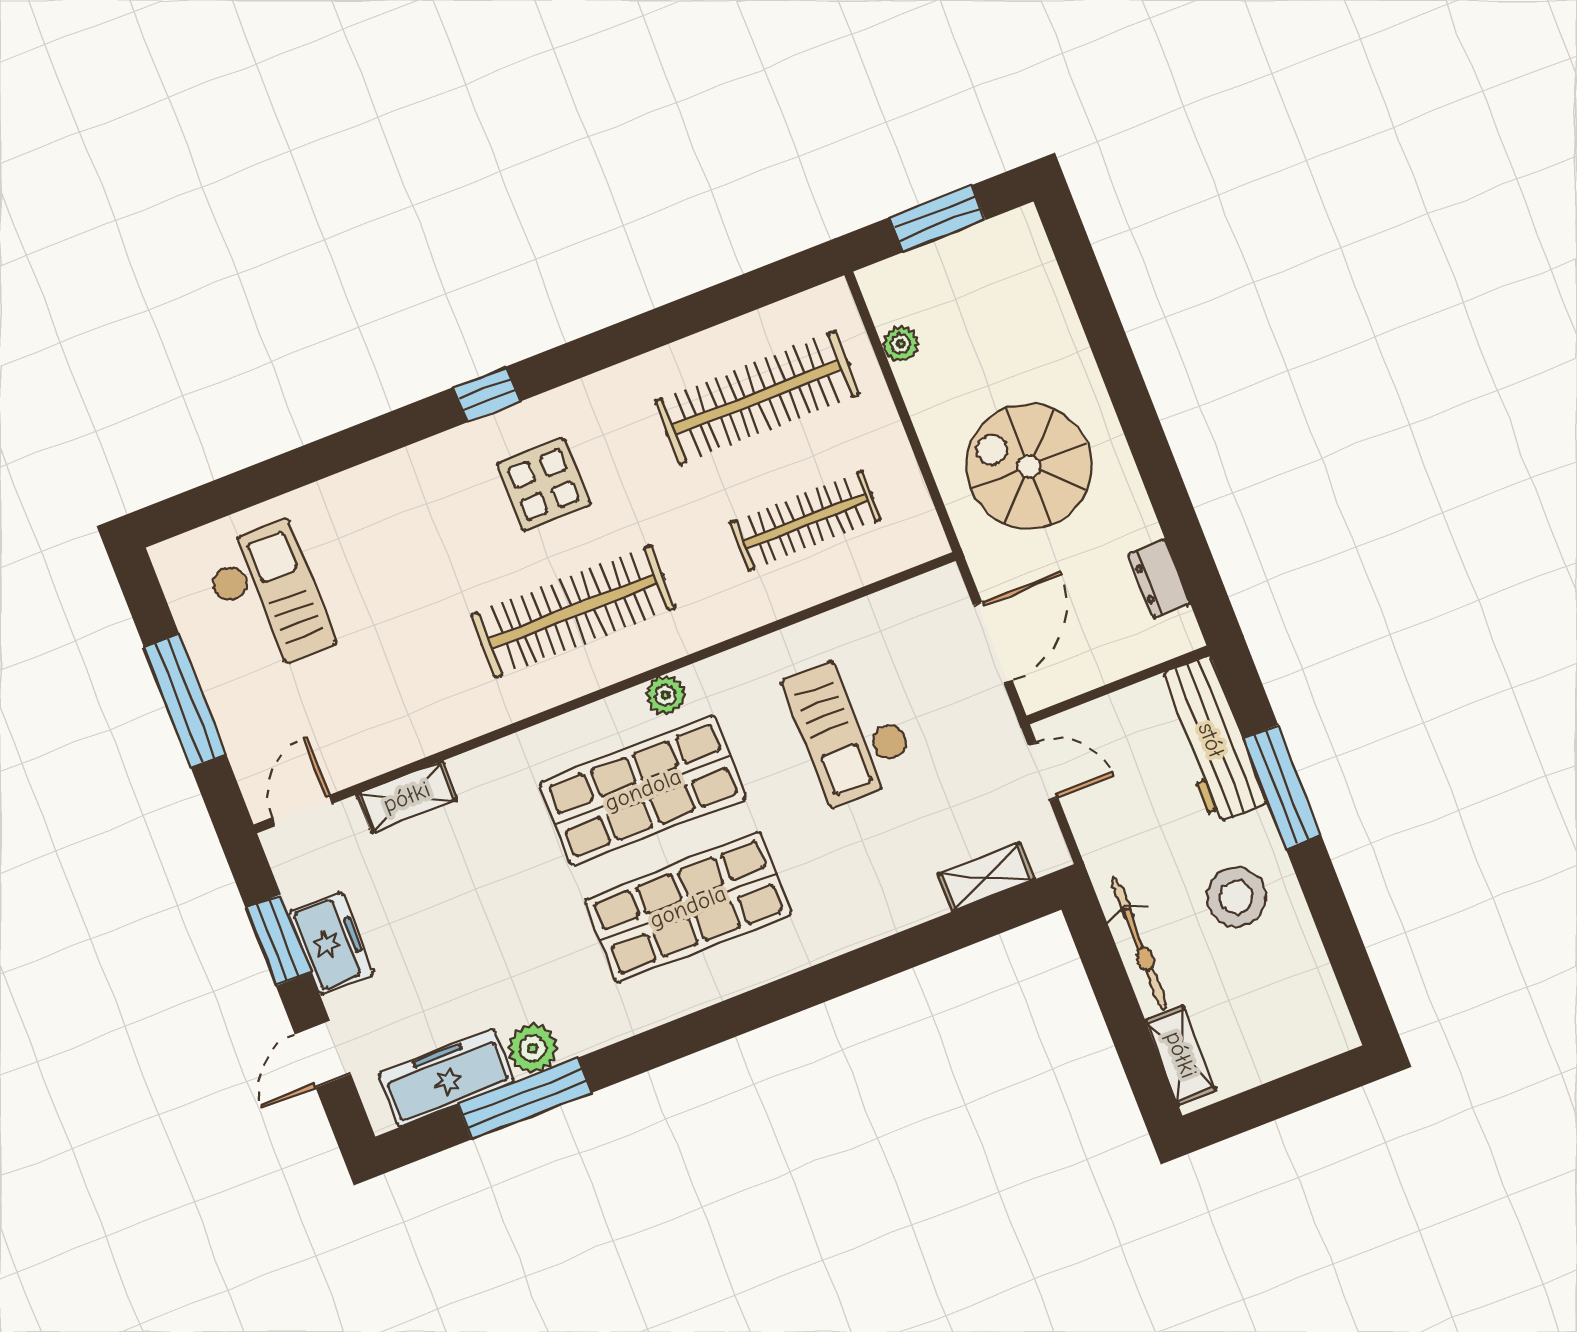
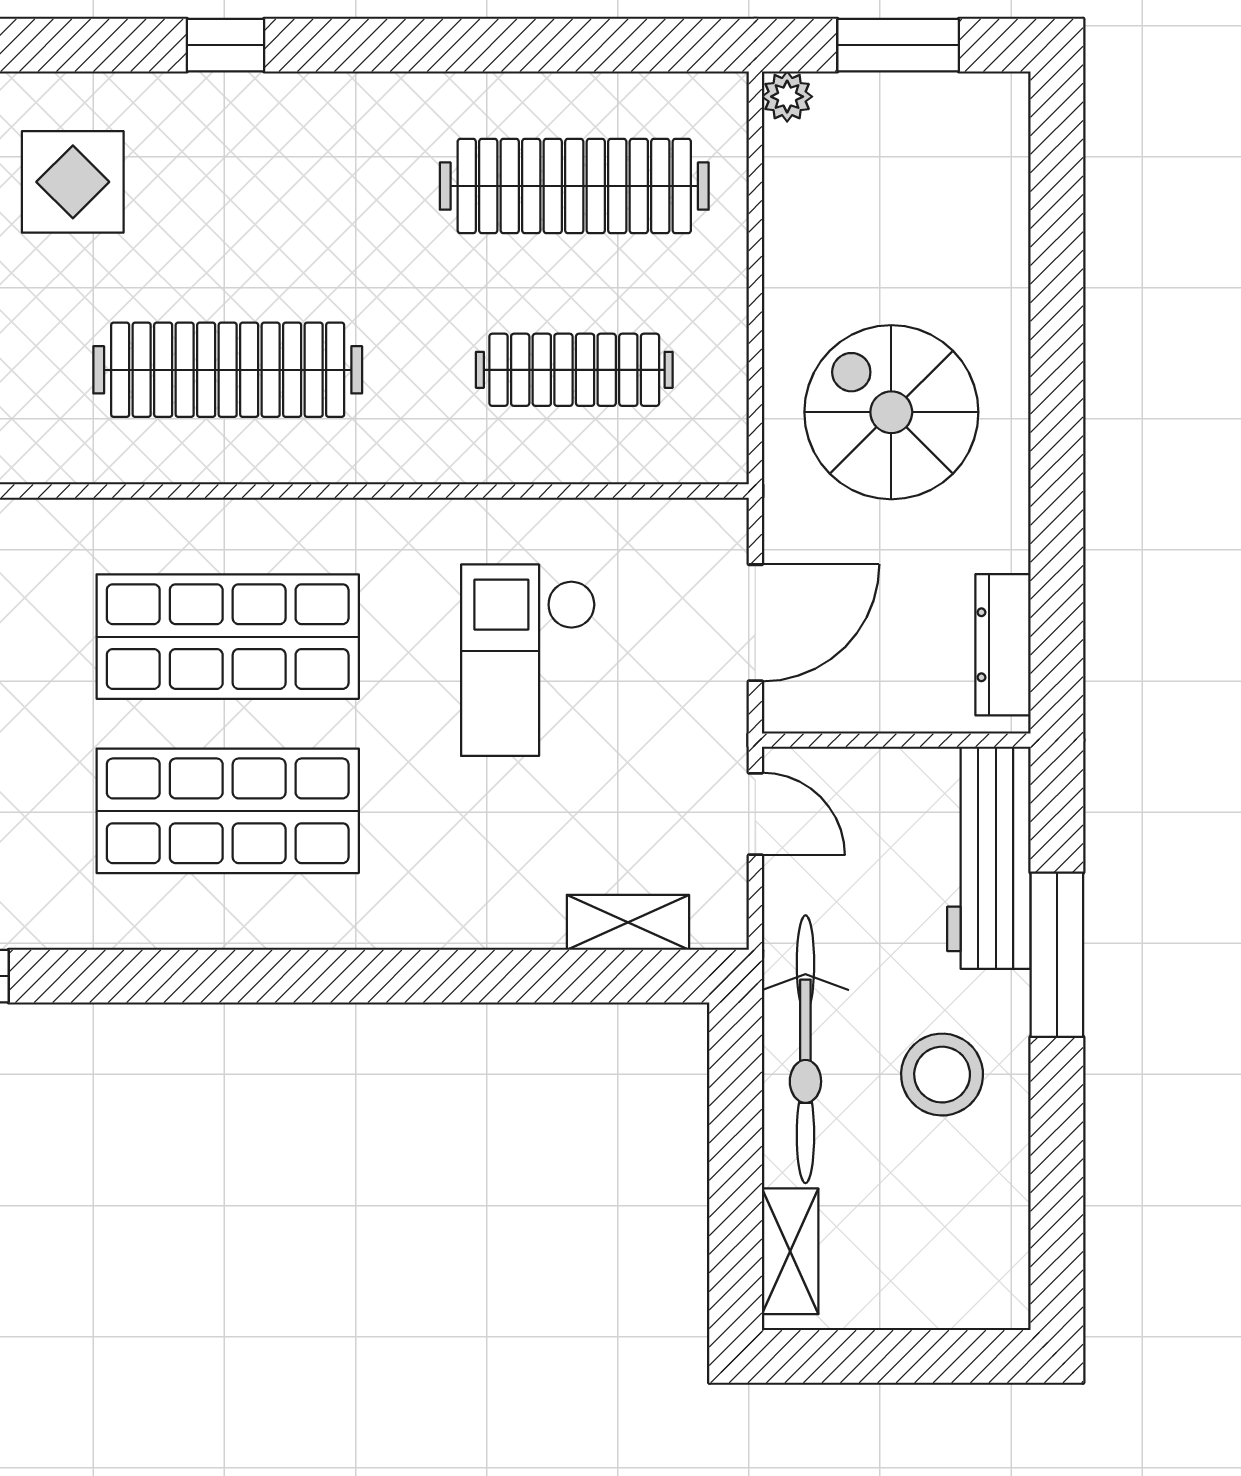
plant: (901, 344) -> (787, 97), moved
display table: (544, 485) -> (73, 182), moved
dresser: (1159, 579) -> (1003, 645), width x1.44
plant: (666, 695) -> (305, 525), removed
bicycle: (1139, 943) -> (805, 1049), width x1.37, depth x1.40

